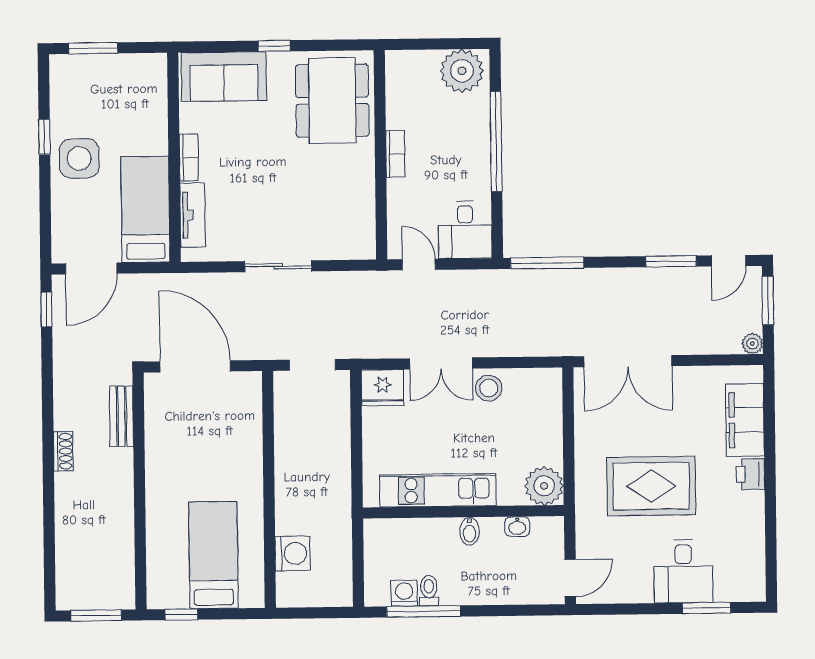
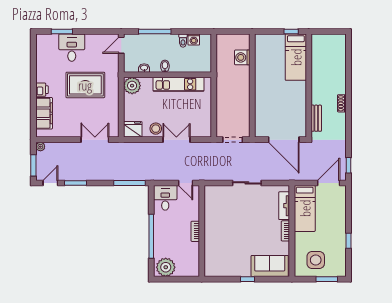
dining table: (332, 101) -> (223, 255), removed
side table: (79, 158) -> (316, 260), moved
double door: (628, 361) -> (95, 140), width x0.73
fridge: (383, 388) -> (133, 129), moved
bed: (213, 555) -> (296, 57), moved
window: (424, 611) -> (155, 31), moved
window: (96, 615) -> (328, 31), removed

